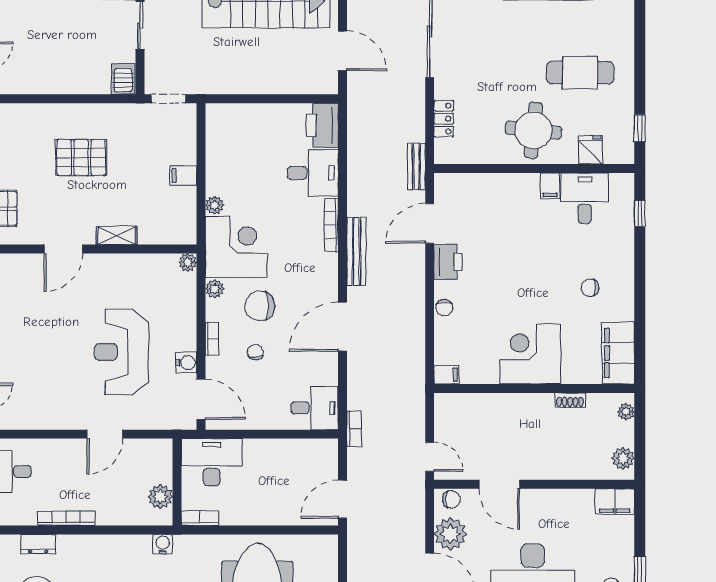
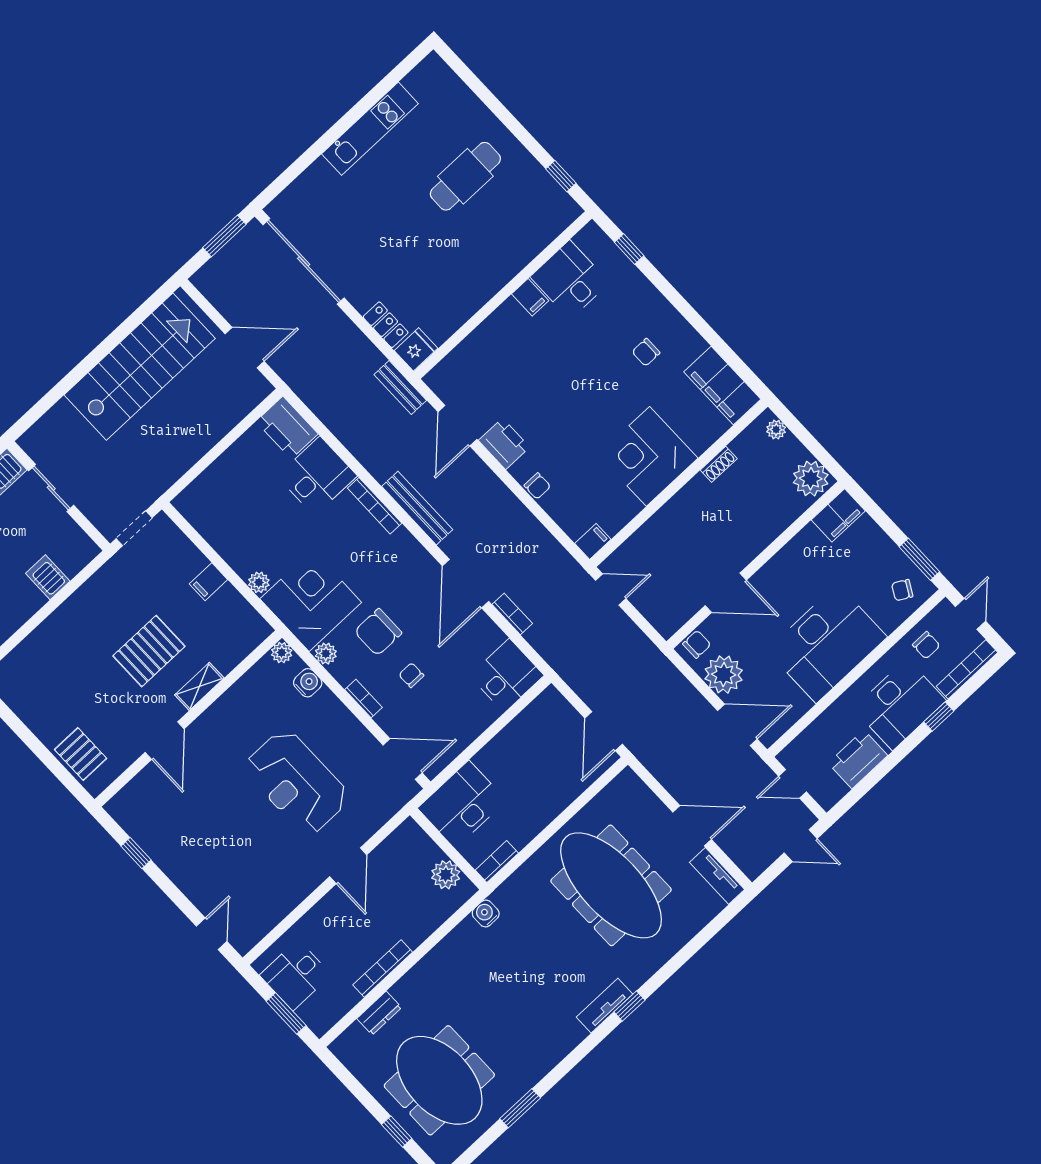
server rack: (123, 79) -> (48, 577), moved
round table: (533, 130) -> (472, 263), removed
fridge: (591, 150) -> (416, 349), moved, turned 90
pallet: (81, 157) -> (149, 651), moved
water cooler: (186, 363) -> (308, 683), moved
bookcase: (354, 429) -> (512, 614), moved
door: (430, 457) -> (611, 590), moved
plant: (623, 458) -> (811, 479), width x1.36, depth x1.36

